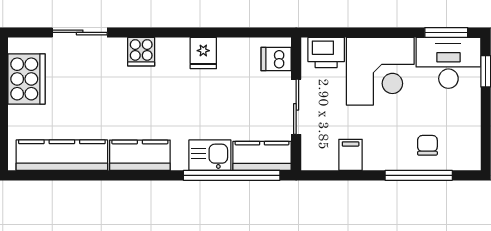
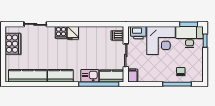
fridge: (203, 53) -> (73, 33), moved
filing cabinet: (351, 155) -> (133, 75), moved

